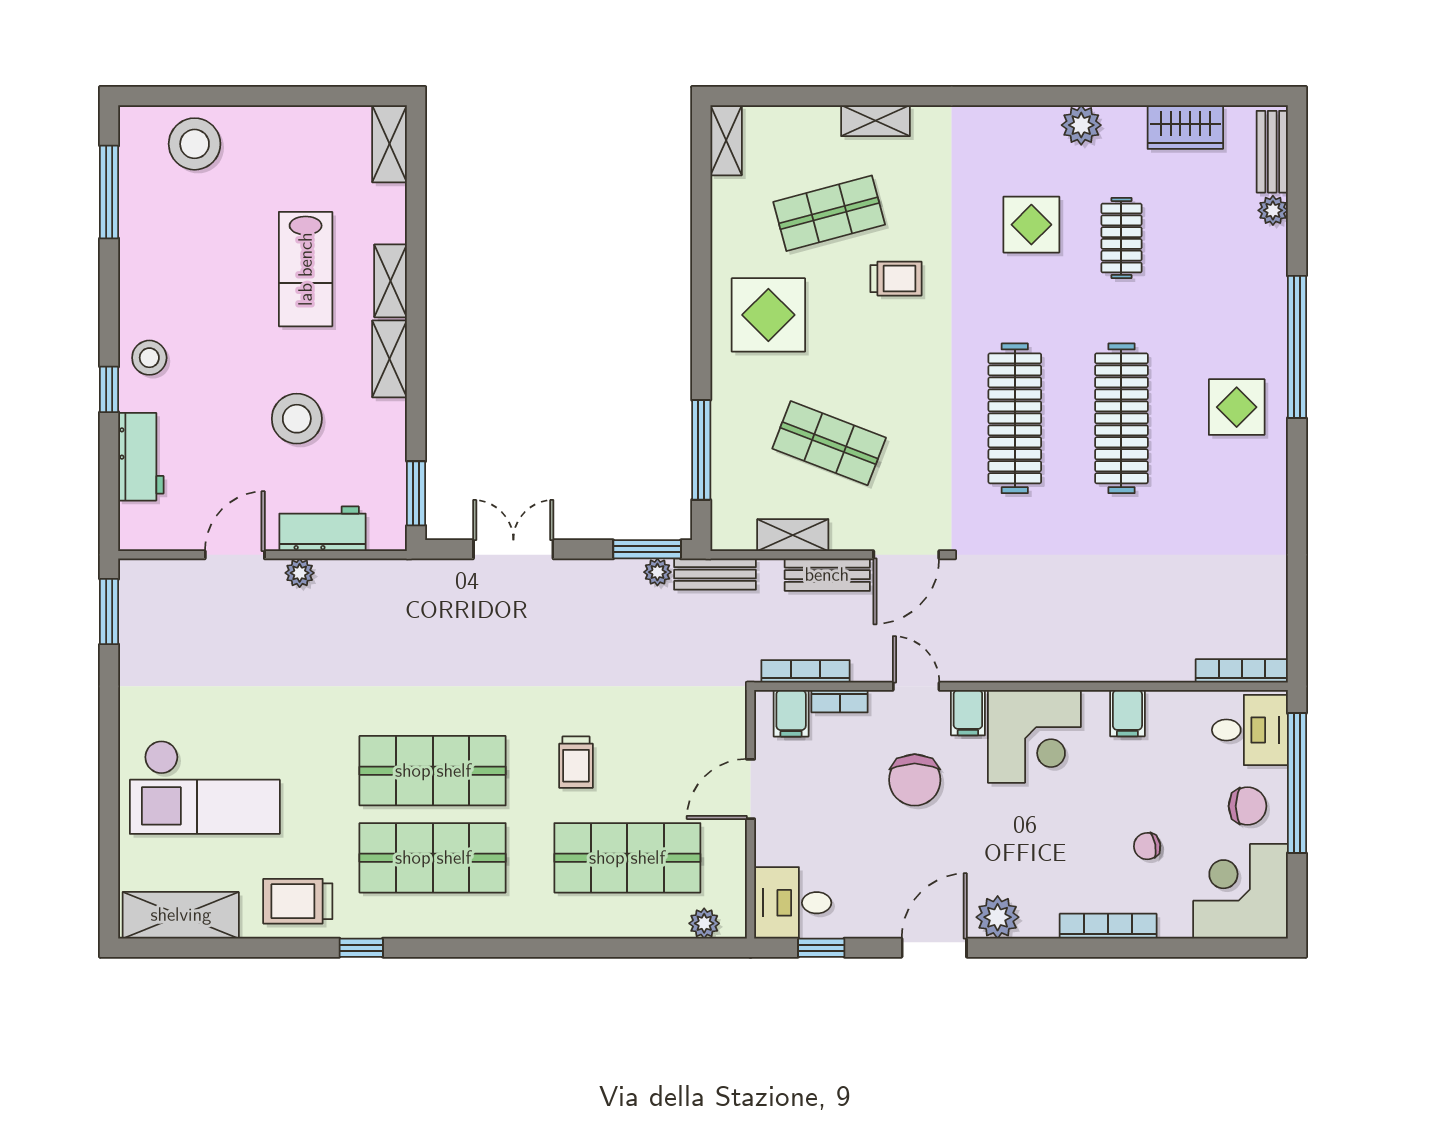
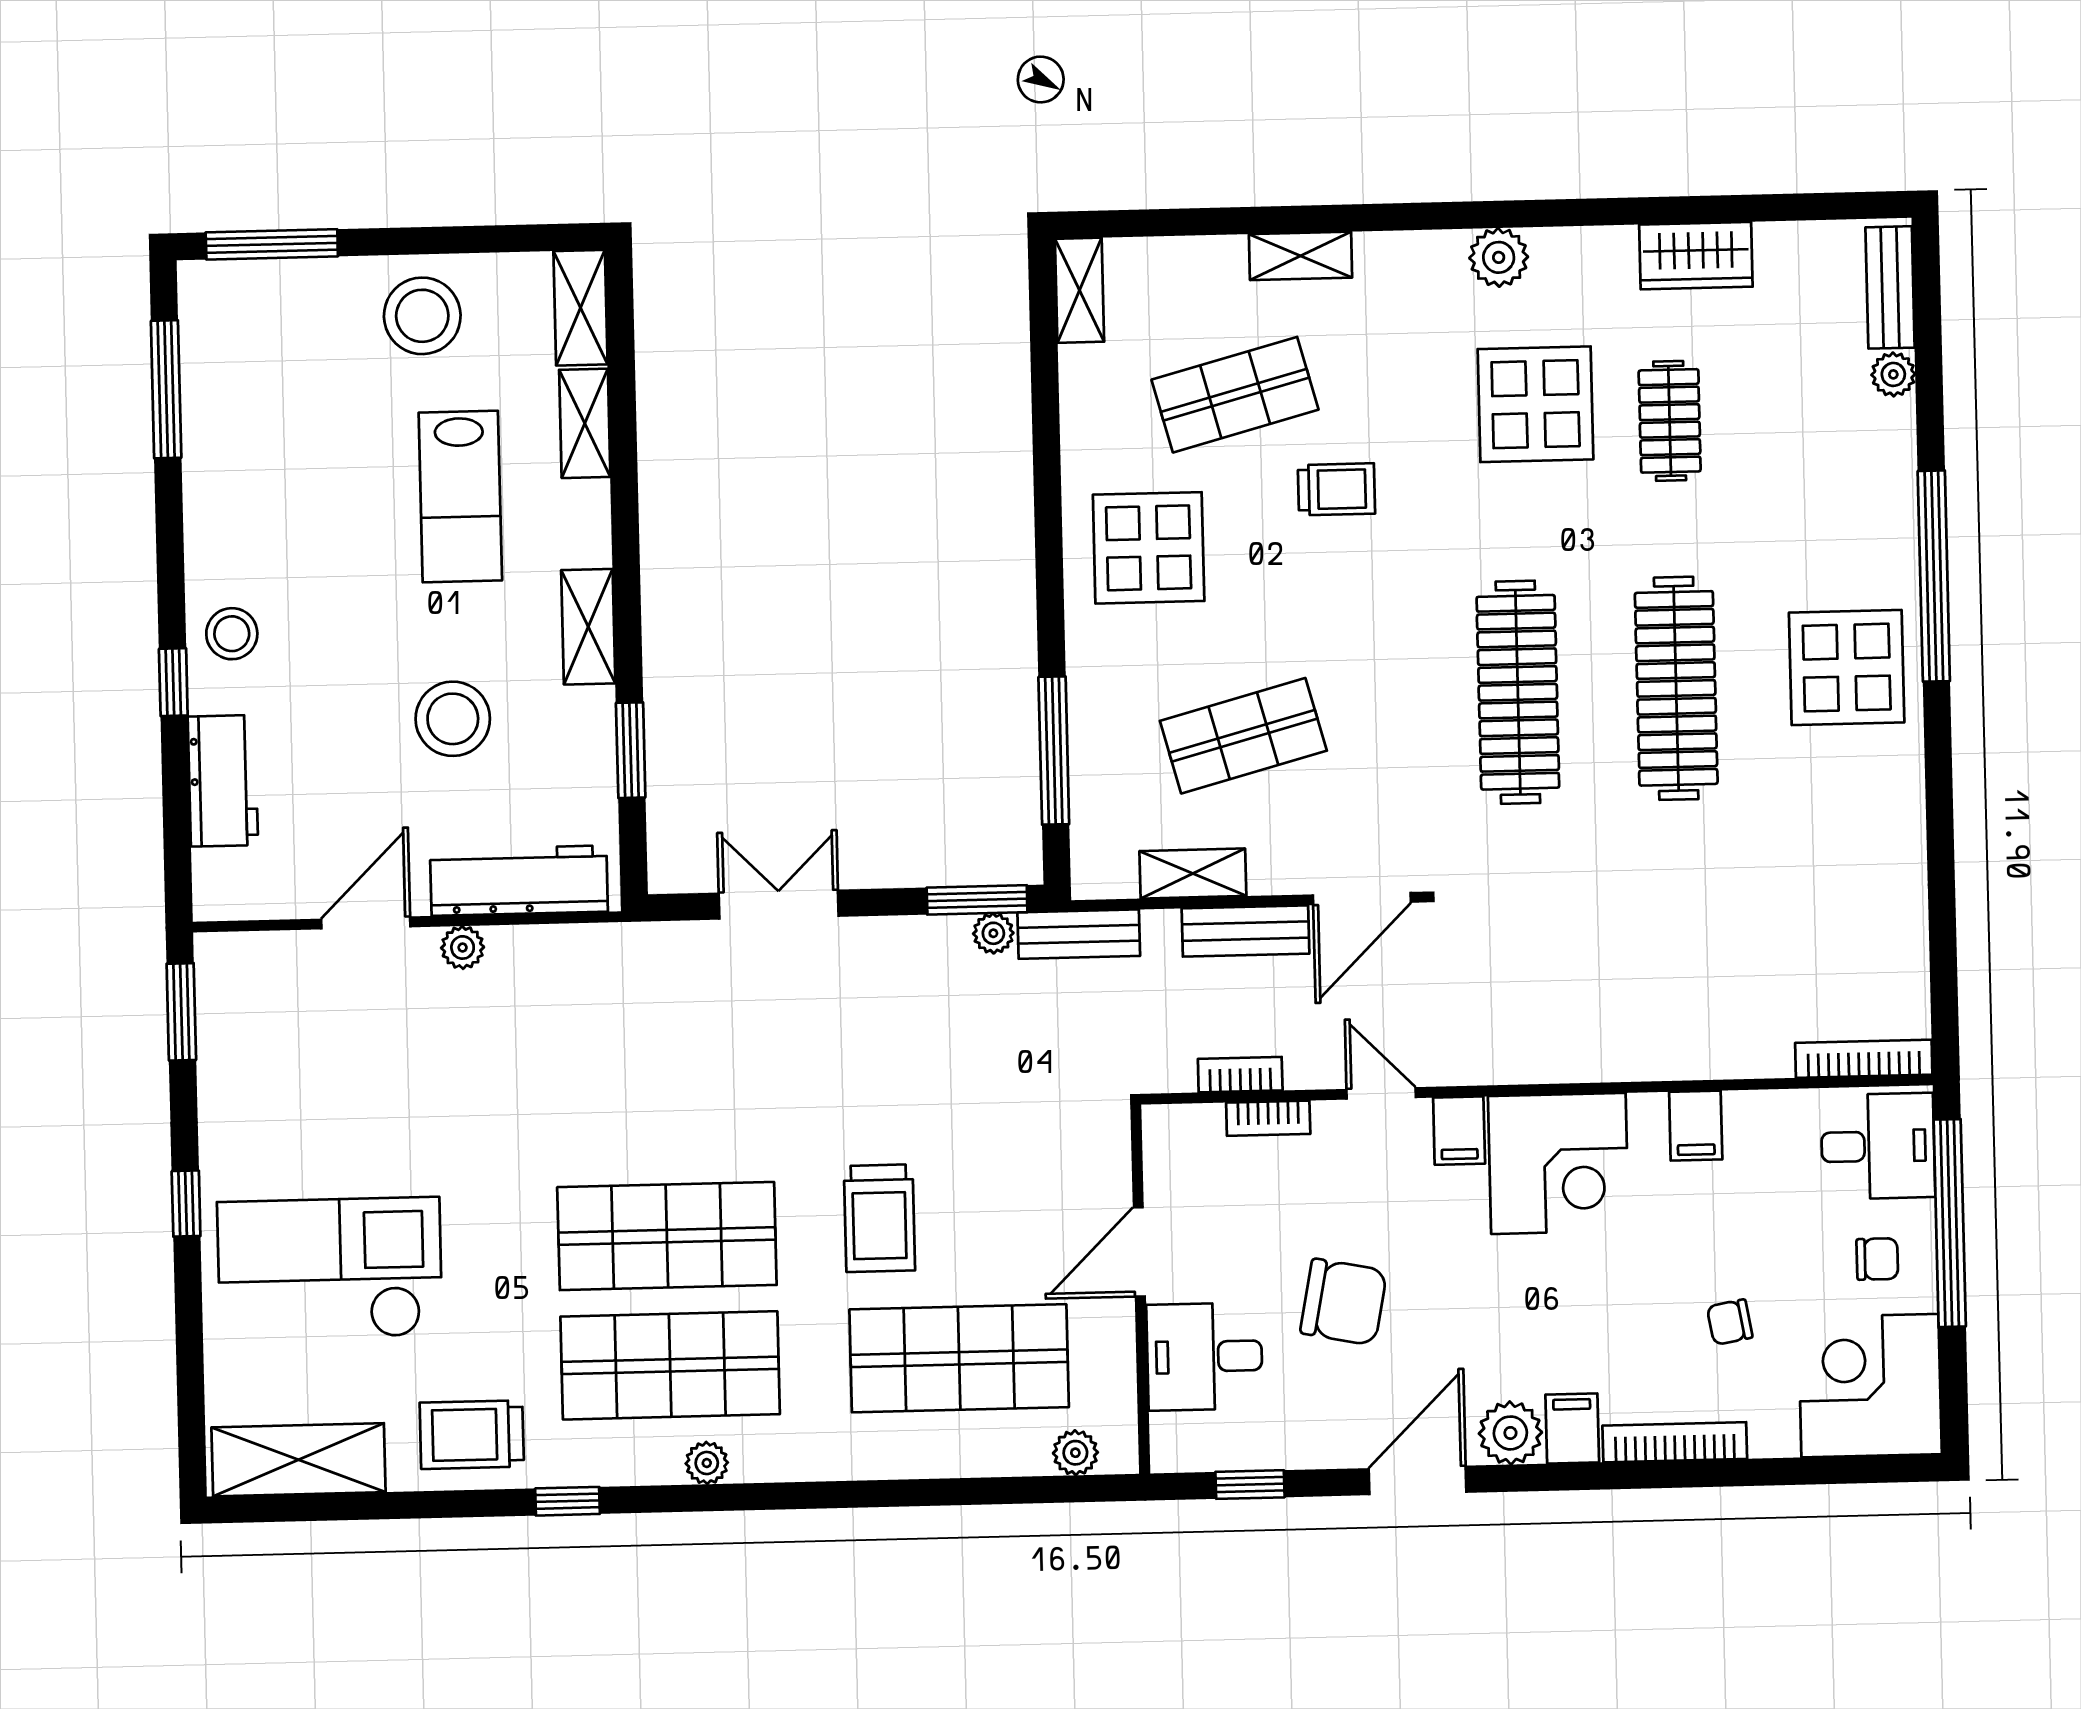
window: (183, 96) -> (272, 244), added
plant: (1081, 125) -> (1499, 257), moved
wardrobe: (1185, 127) -> (1696, 256), moved
stool: (195, 144) -> (422, 316), moved
display table: (1031, 225) -> (1536, 404), width x1.36, depth x1.36
shelving: (391, 281) -> (585, 423), moved
display table: (1237, 407) -> (1847, 668), width x1.36, depth x1.36
shop shelf: (829, 443) -> (1243, 736), turned -36
window: (416, 493) -> (631, 750), moved
workbench: (323, 529) -> (519, 881), width x1.38
bookcase: (805, 671) -> (1240, 1075), width x0.64
filing cabinet: (791, 713) -> (1572, 1428), moved, turned 180
window: (109, 741) -> (186, 1204), added
trolley: (576, 762) -> (879, 1218), width x1.36, depth x1.39
chair: (915, 780) -> (1344, 1302), moved, turned -79
checkout: (205, 787) -> (330, 1269), turned 180
chair: (1248, 806) -> (1877, 1259), width x0.73, depth x0.73
desk: (793, 903) -> (1205, 1357), moved
plant: (456, 924) -> (707, 1463), added

